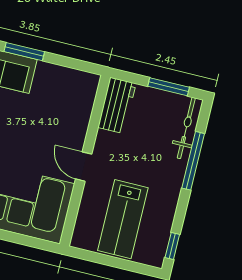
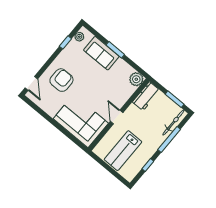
plant: (86, 85) -> (136, 79), added
window: (172, 246) -> (148, 165), moved

